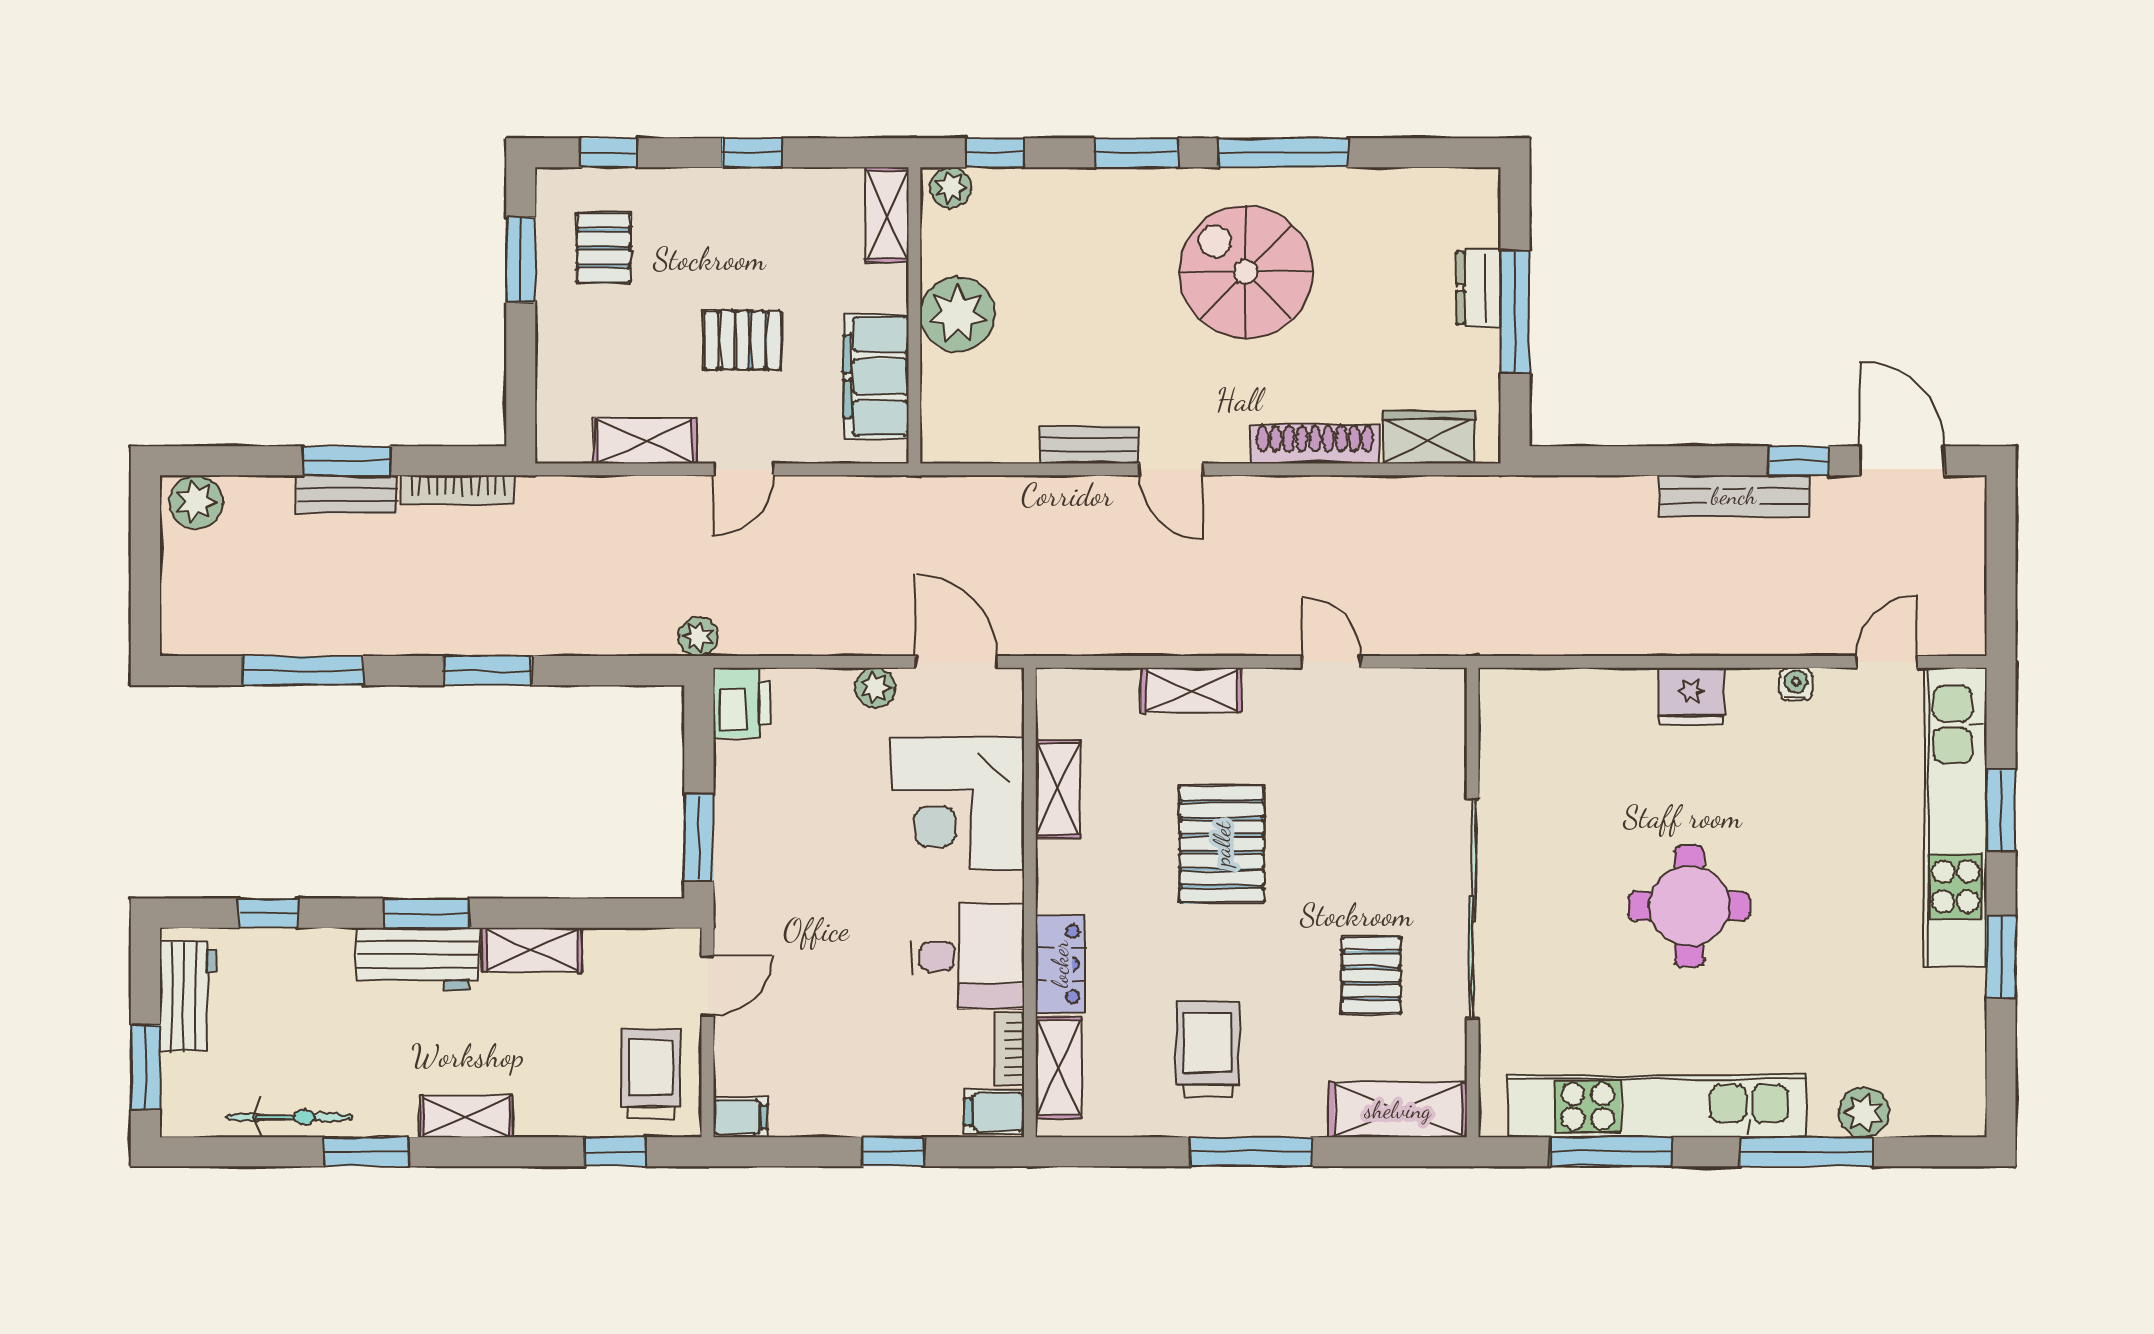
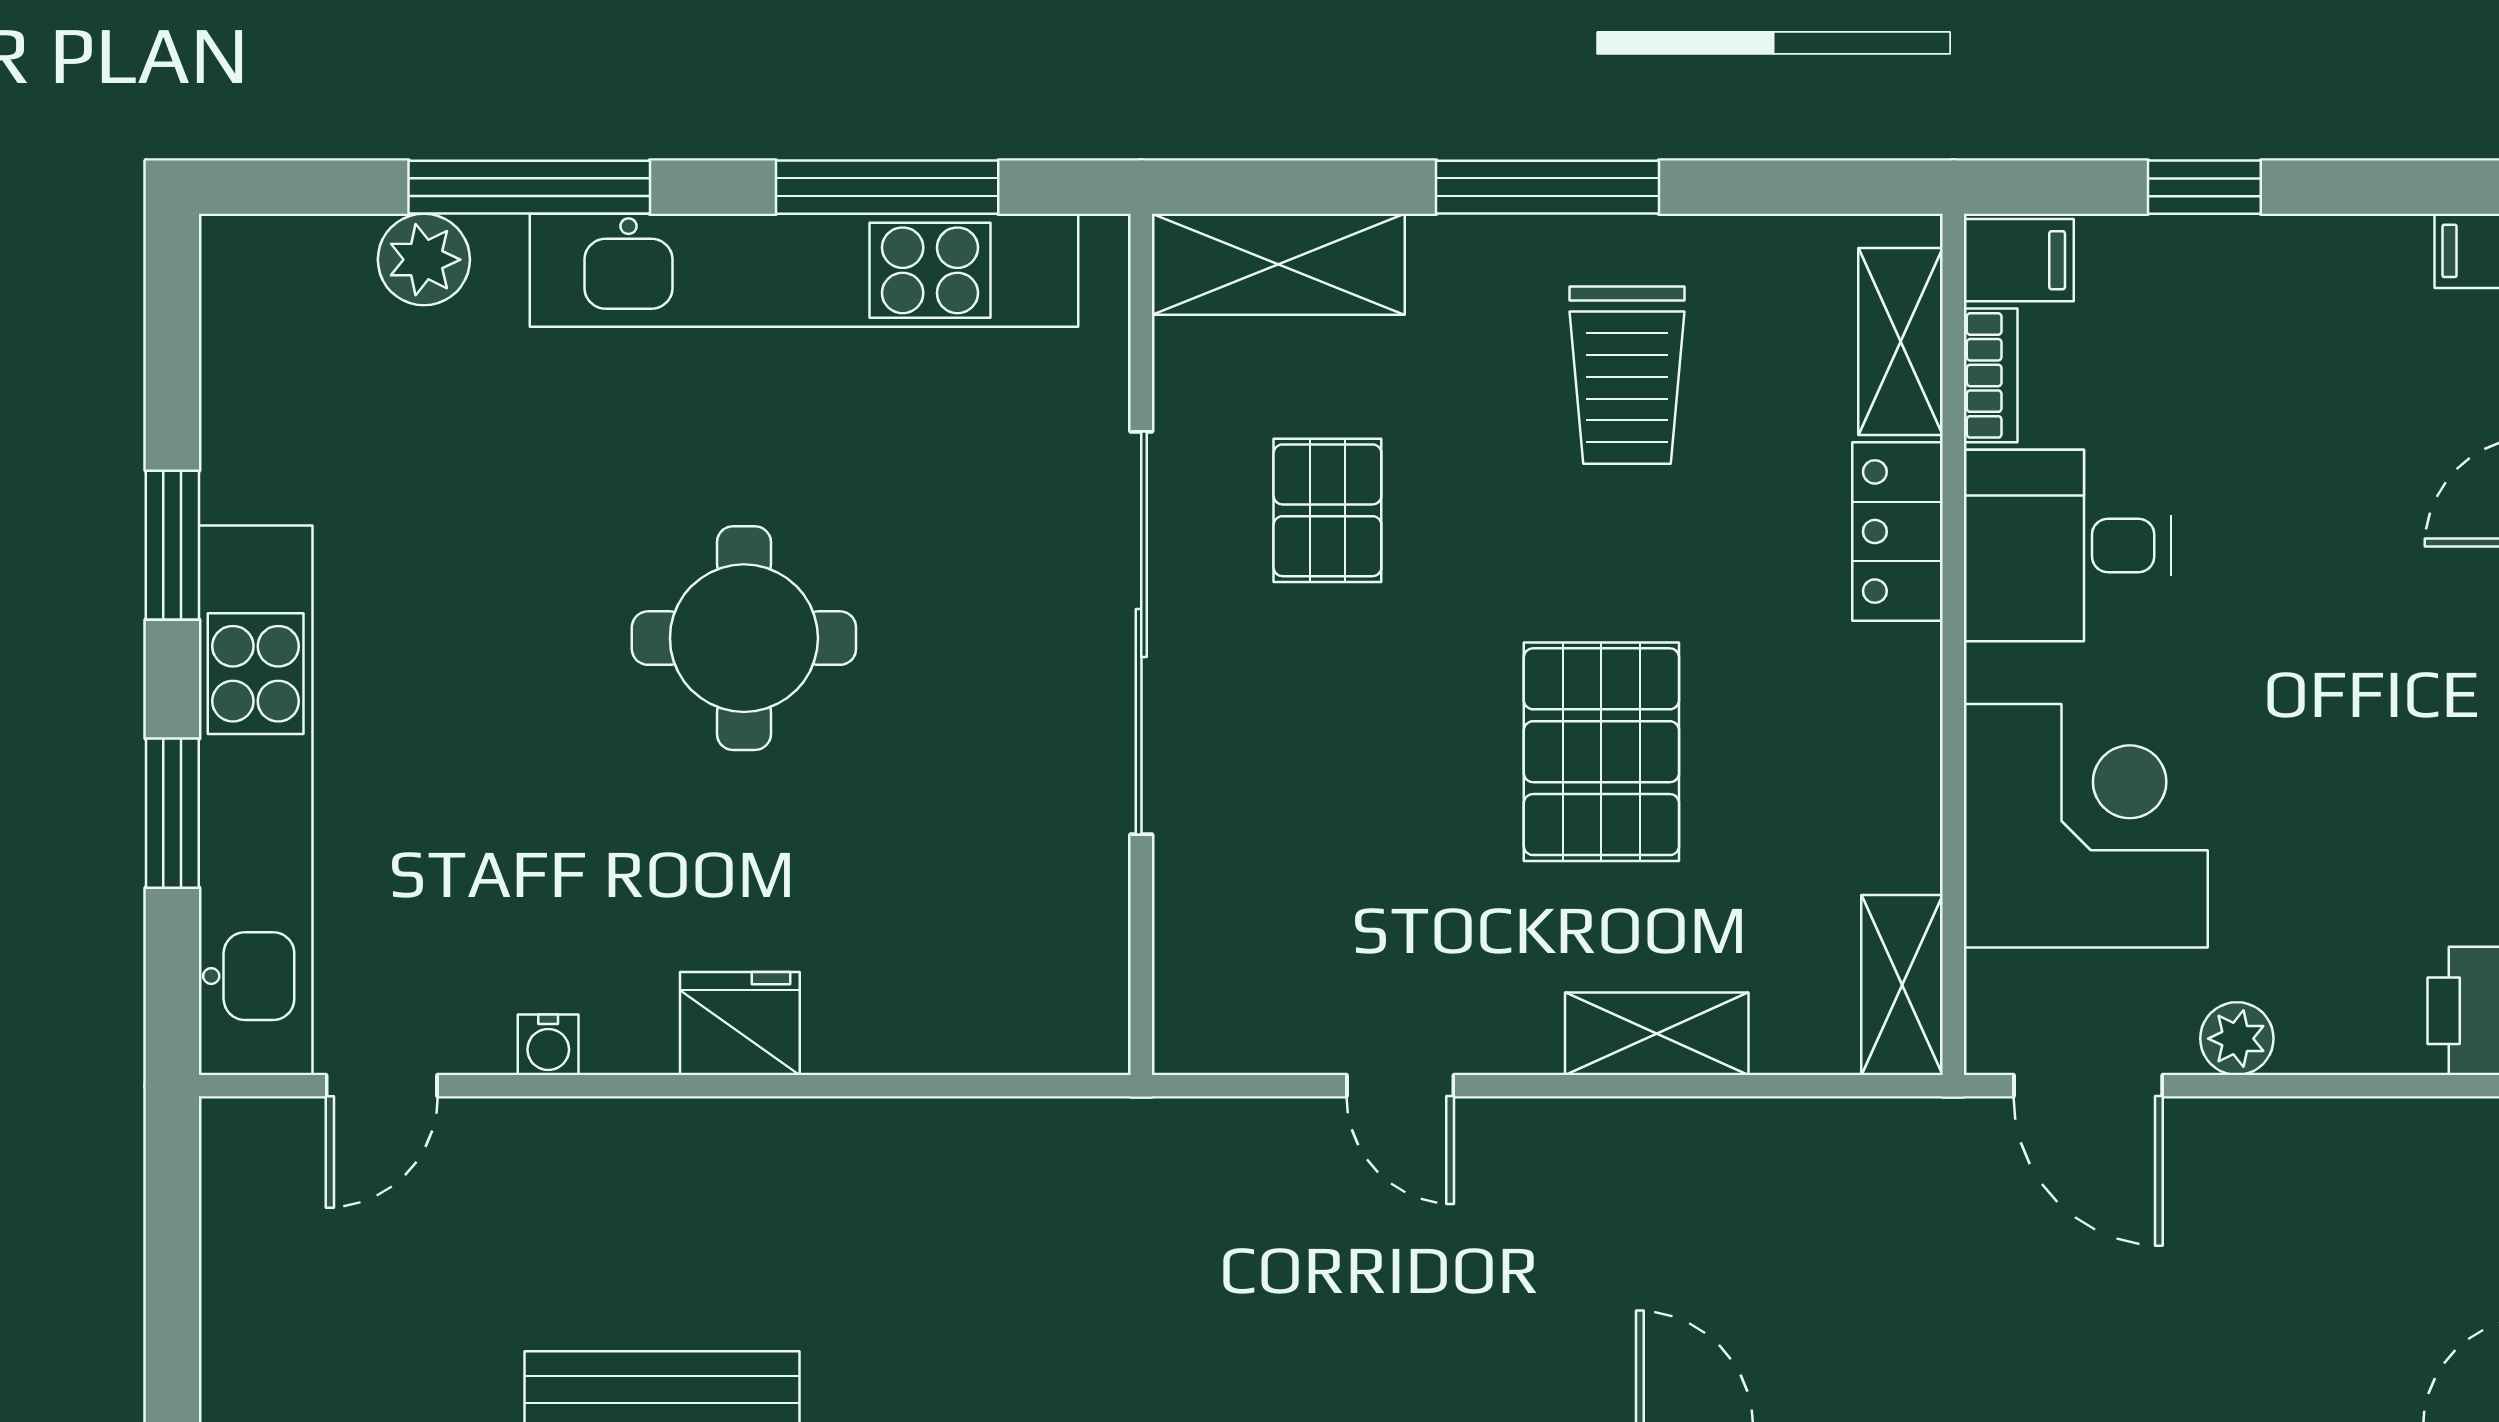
shelving: (1058, 789) -> (1902, 985), moved

